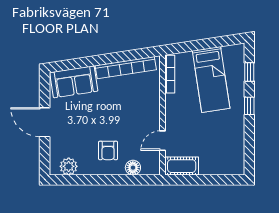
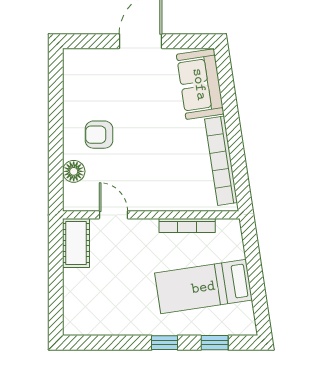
bookcase: (170, 74) -> (187, 226), moved
plant: (69, 166) -> (76, 77), removed

